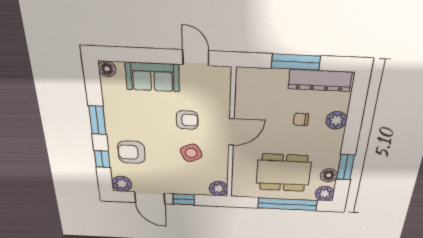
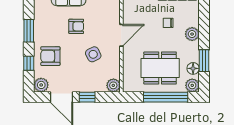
armchair: (187, 120) -> (76, 26), moved
plant: (336, 120) -> (192, 34), moved

